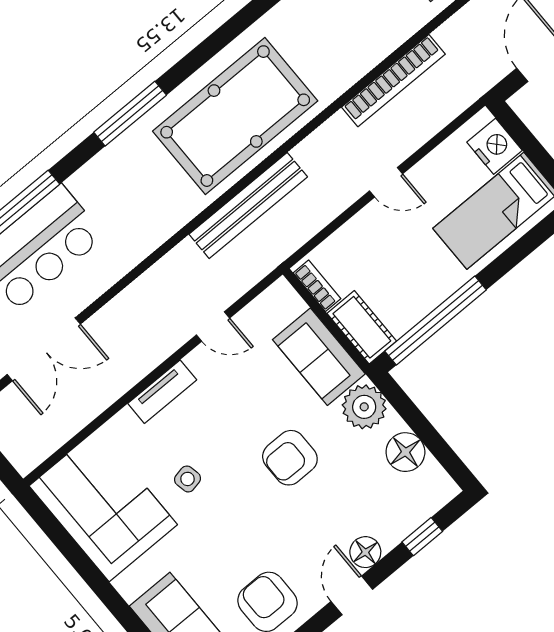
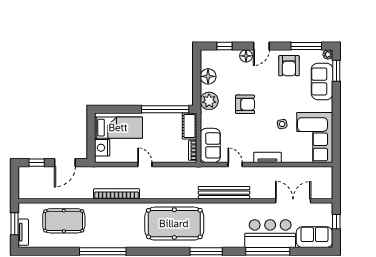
bench: (248, 206) -> (224, 193), moved
sofa: (319, 357) -> (210, 145), moved

